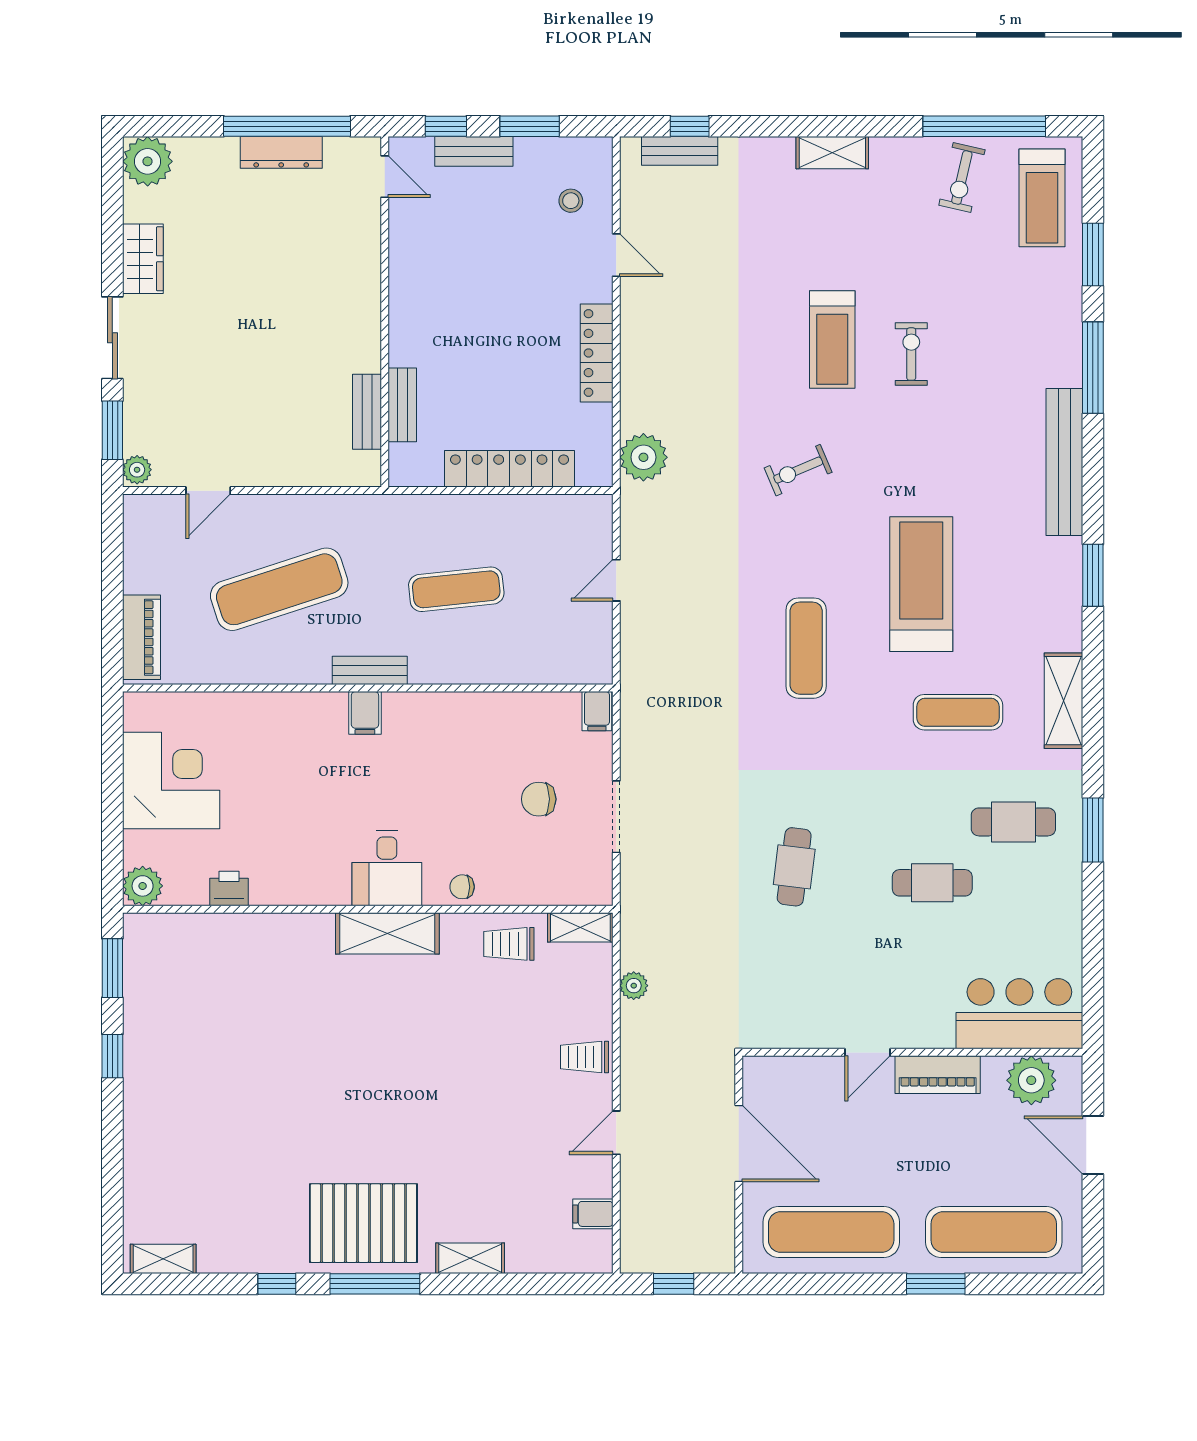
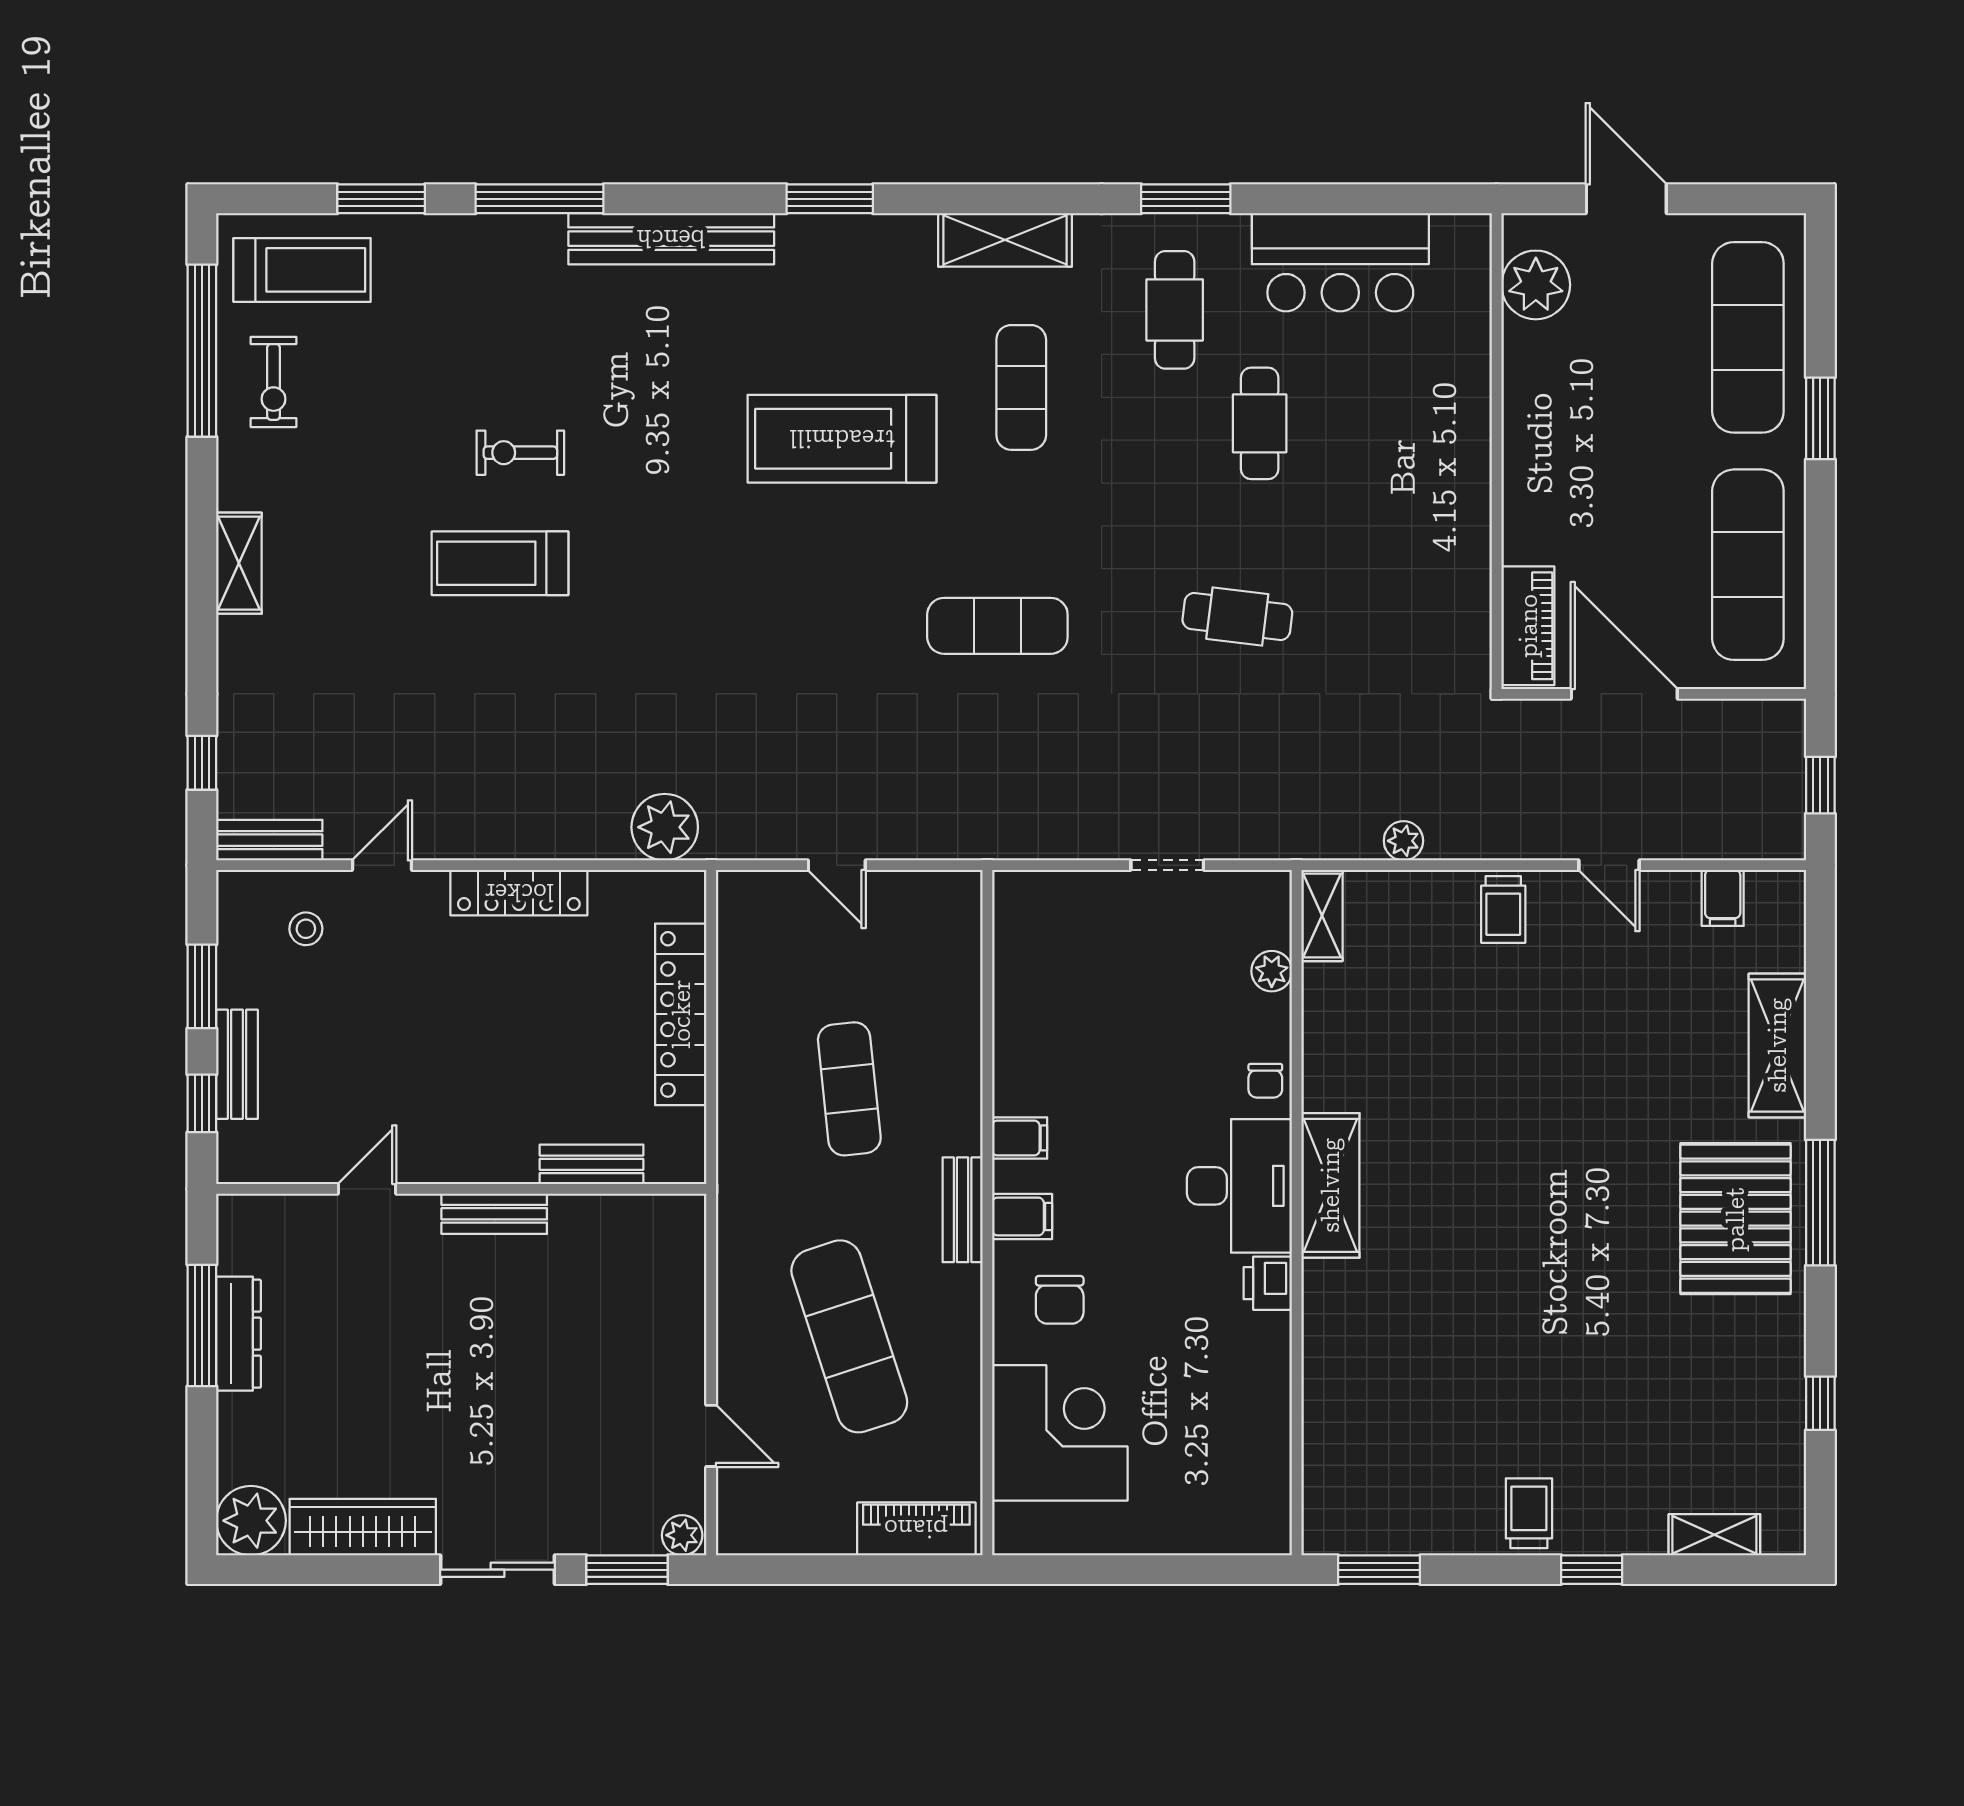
window: (287, 126) -> (202, 1326), width x0.68
bench: (680, 151) -> (269, 840), moved, turned 90
door: (385, 177) -> (367, 1189), moved
exercise bike: (962, 178) -> (274, 382), turned 77
wardrobe: (143, 259) -> (363, 1527), width x1.50
treadmill: (832, 339) -> (500, 563), turned 180
bench: (367, 412) -> (494, 1214), moved
exercise bike: (798, 470) -> (683, 611), removed
exercise mat: (806, 648) -> (997, 626), moved
filing cabinet: (597, 711) -> (1020, 1138), moved
corner desk: (171, 780) -> (1060, 1433), moved, turned 90
chair: (539, 799) -> (1060, 1300), moved
doorway: (616, 817) -> (1167, 865), width x0.73
desk: (387, 868) -> (1239, 1186), width x1.37
plant: (143, 886) -> (1272, 971), moved, width x0.73, depth x0.73
printer: (229, 889) -> (1268, 1283), moved
trolley: (509, 944) -> (1529, 1513), moved, turned 180
bar counter: (1019, 1014) -> (1340, 262), moved, turned -90
door: (868, 1052) -> (1497, 514), removed
window: (112, 1056) -> (1592, 1570), moved
piano: (938, 1075) -> (1528, 626), moved
door: (739, 1144) -> (1624, 694), hinge flipped
door: (1093, 1145) -> (1626, 199), swing flipped
shelving: (470, 1258) -> (1777, 1045), width x1.50, depth x1.33
shelving: (163, 1259) -> (1714, 1535), moved, turned 90
window: (277, 1284) -> (1820, 1403), moved

